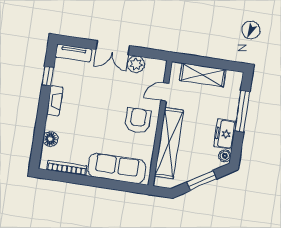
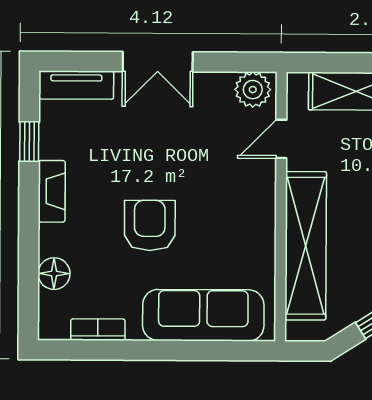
plant: (136, 64) -> (253, 90), moved
armchair: (138, 121) -> (150, 225), moved
bookcase: (67, 168) -> (98, 330), width x0.64

